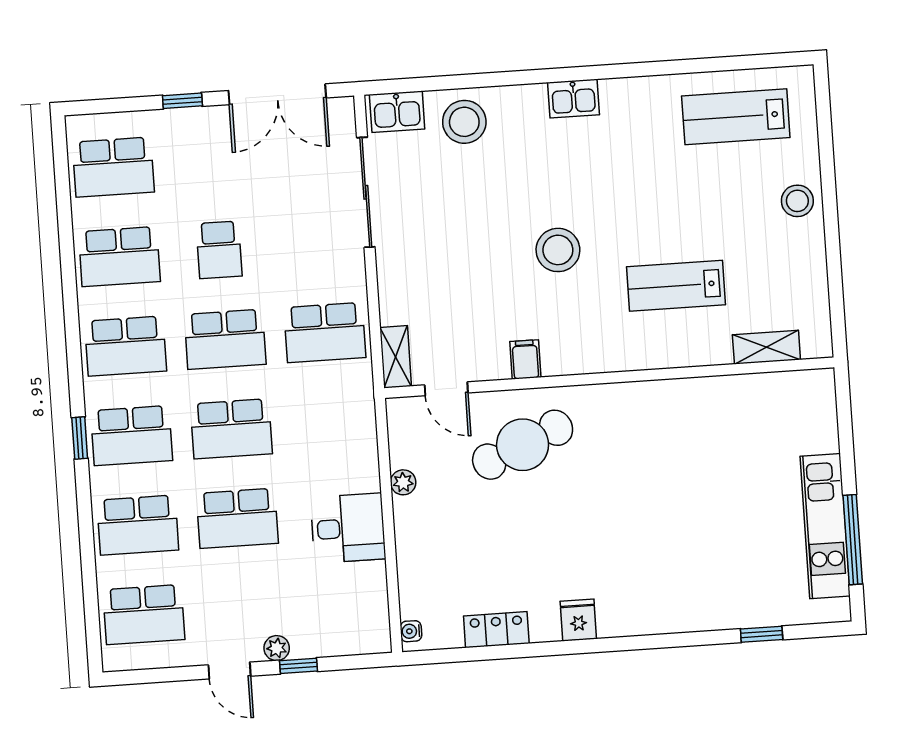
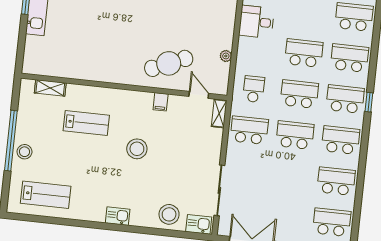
window: (831, 219) -> (11, 141), added
school desk: (219, 250) -> (254, 89), moved
desk: (348, 528) -> (256, 22), moved

